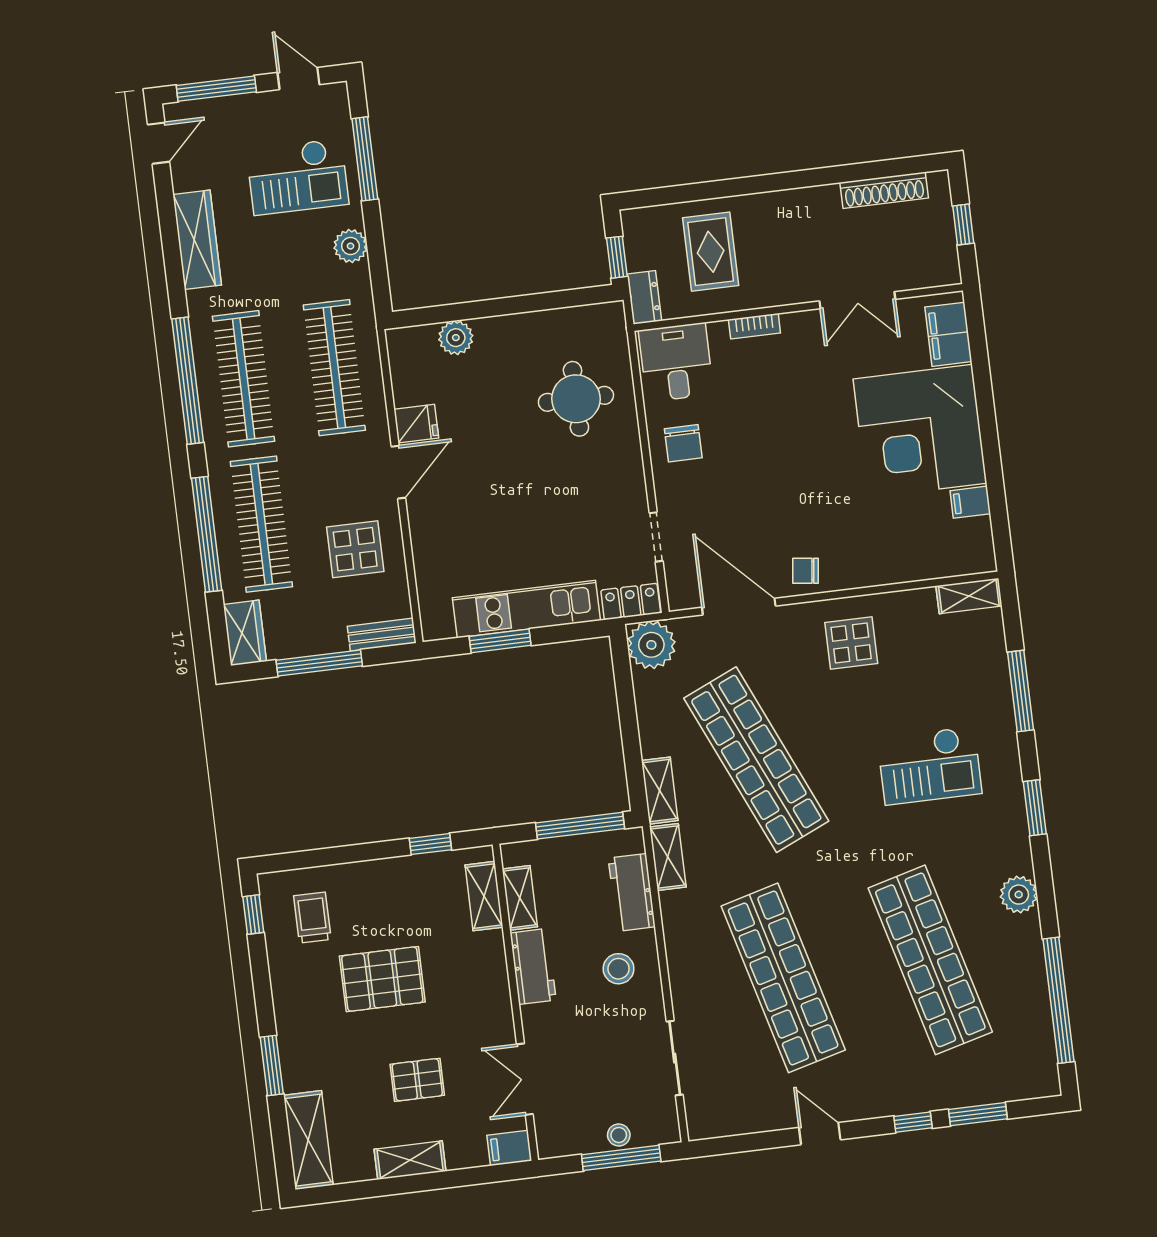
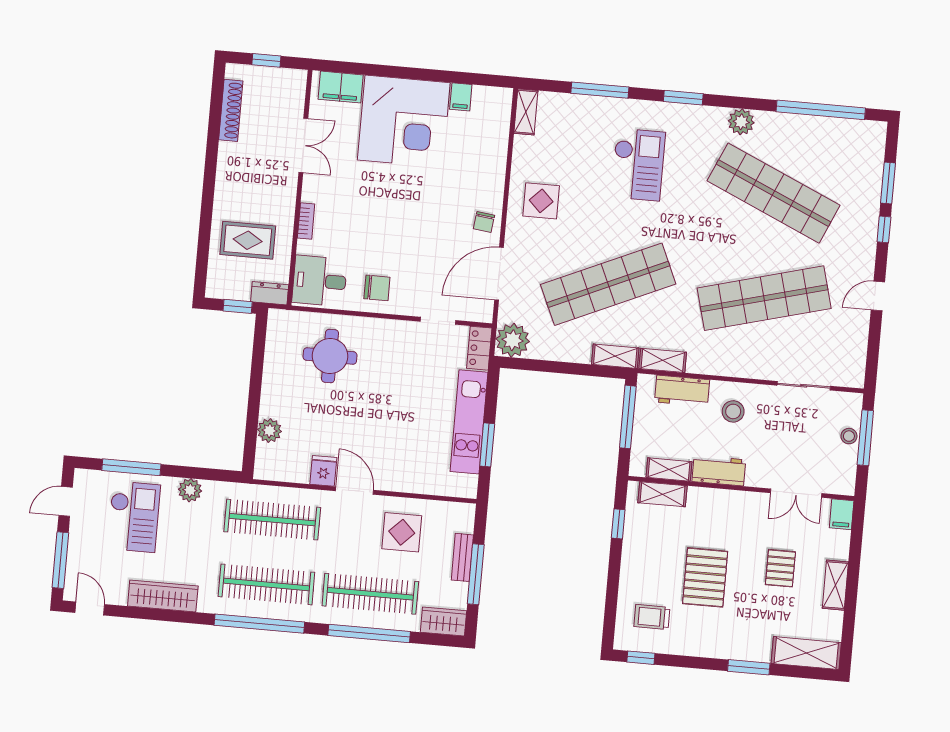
bench: (382, 635) -> (462, 557), moved
shop shelf: (930, 960) -> (774, 193), turned 39

